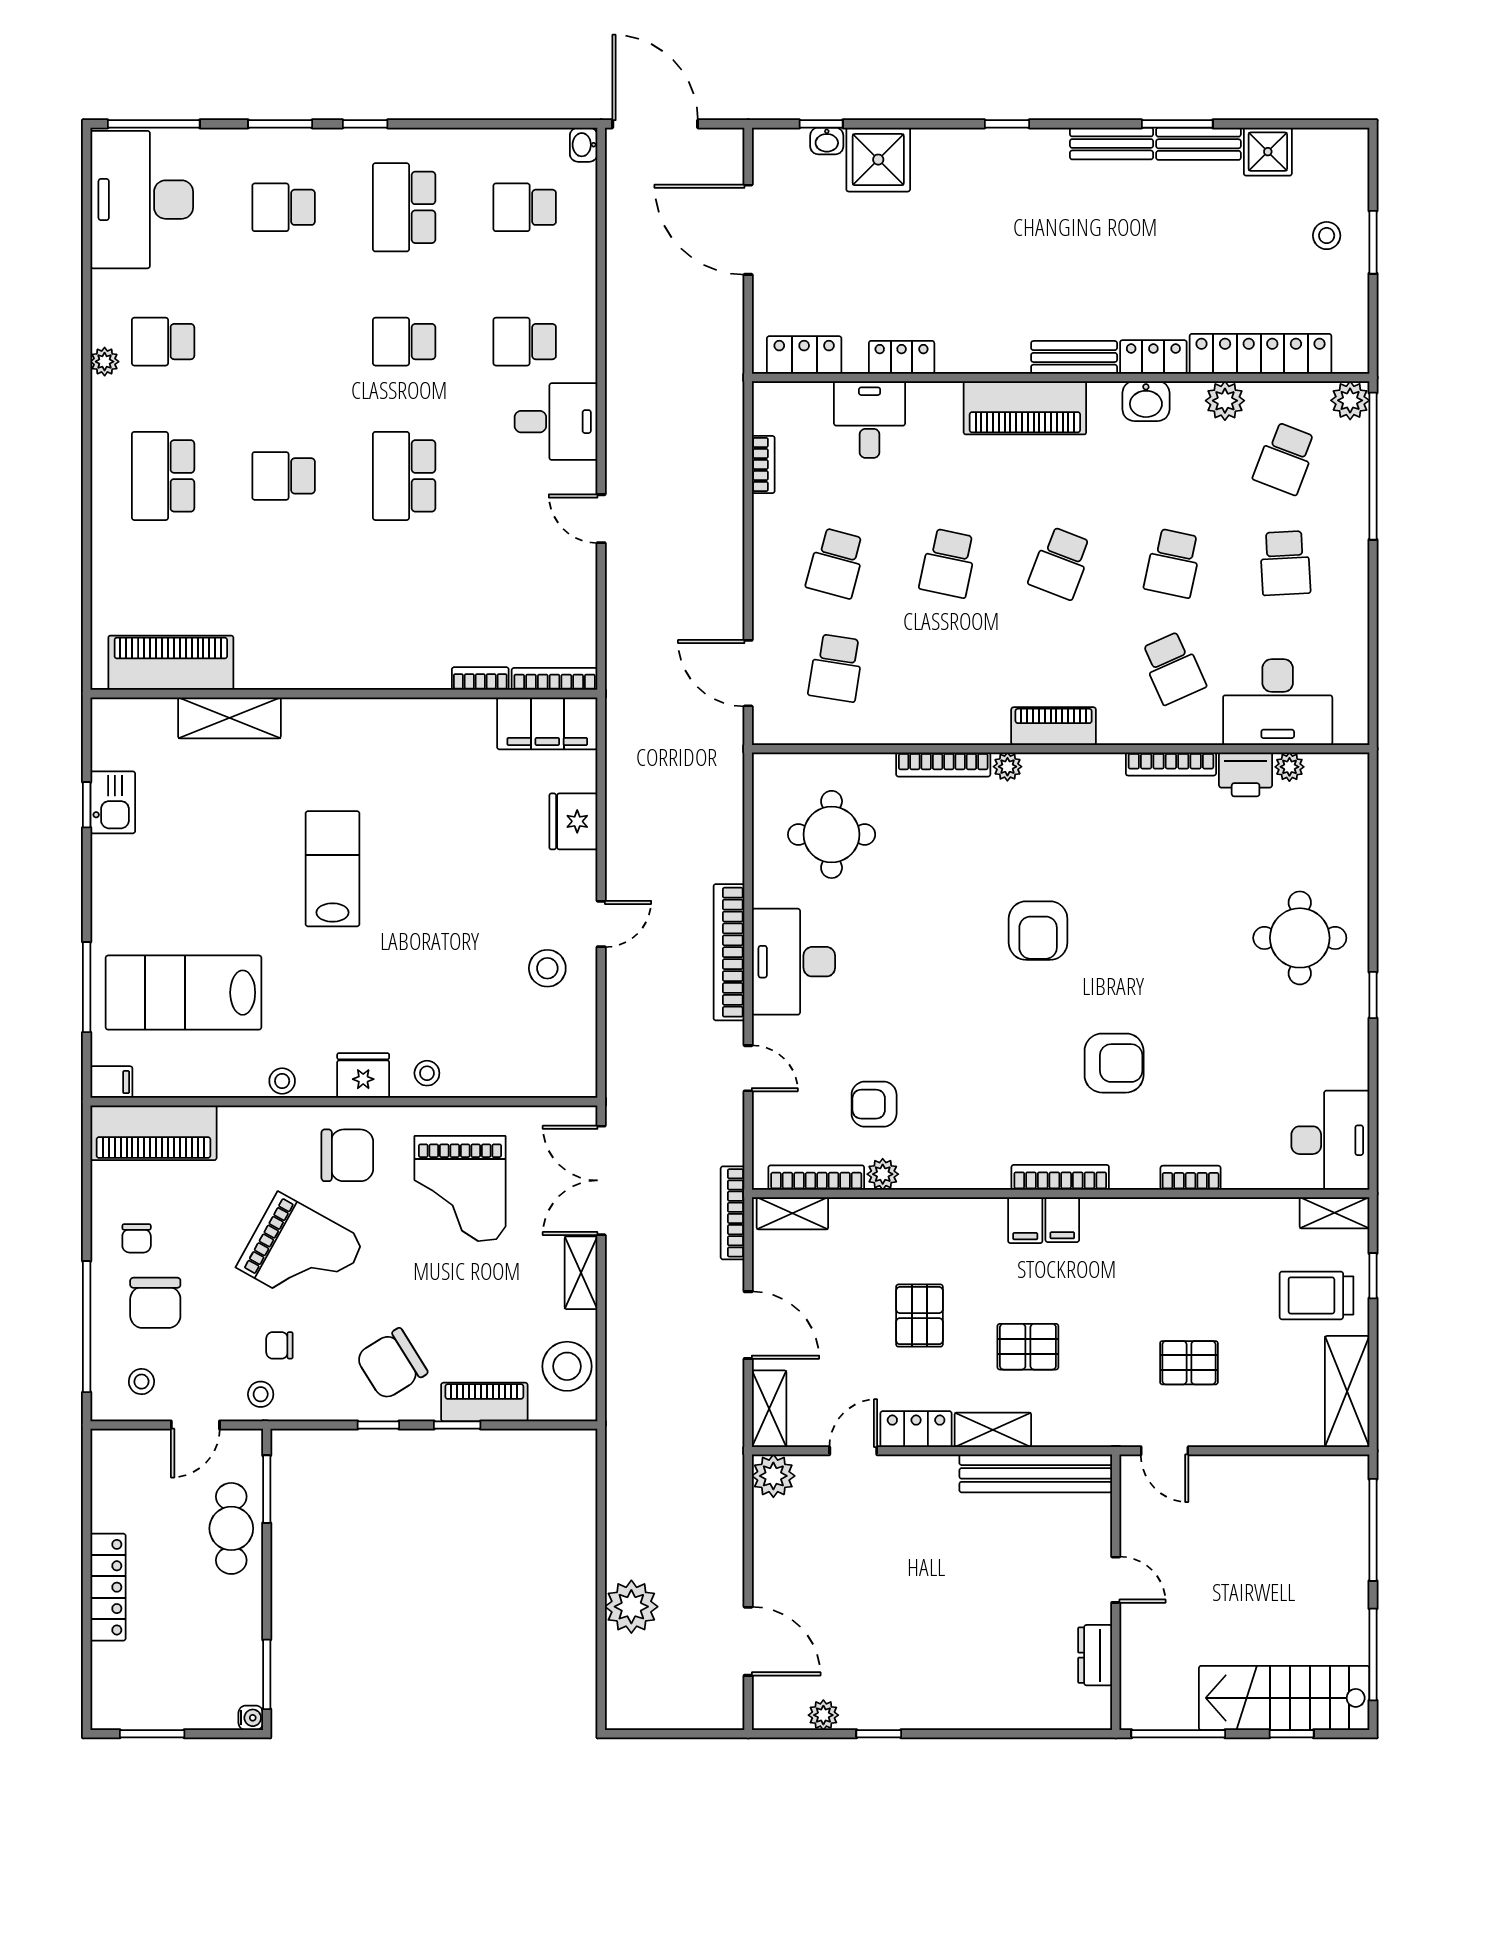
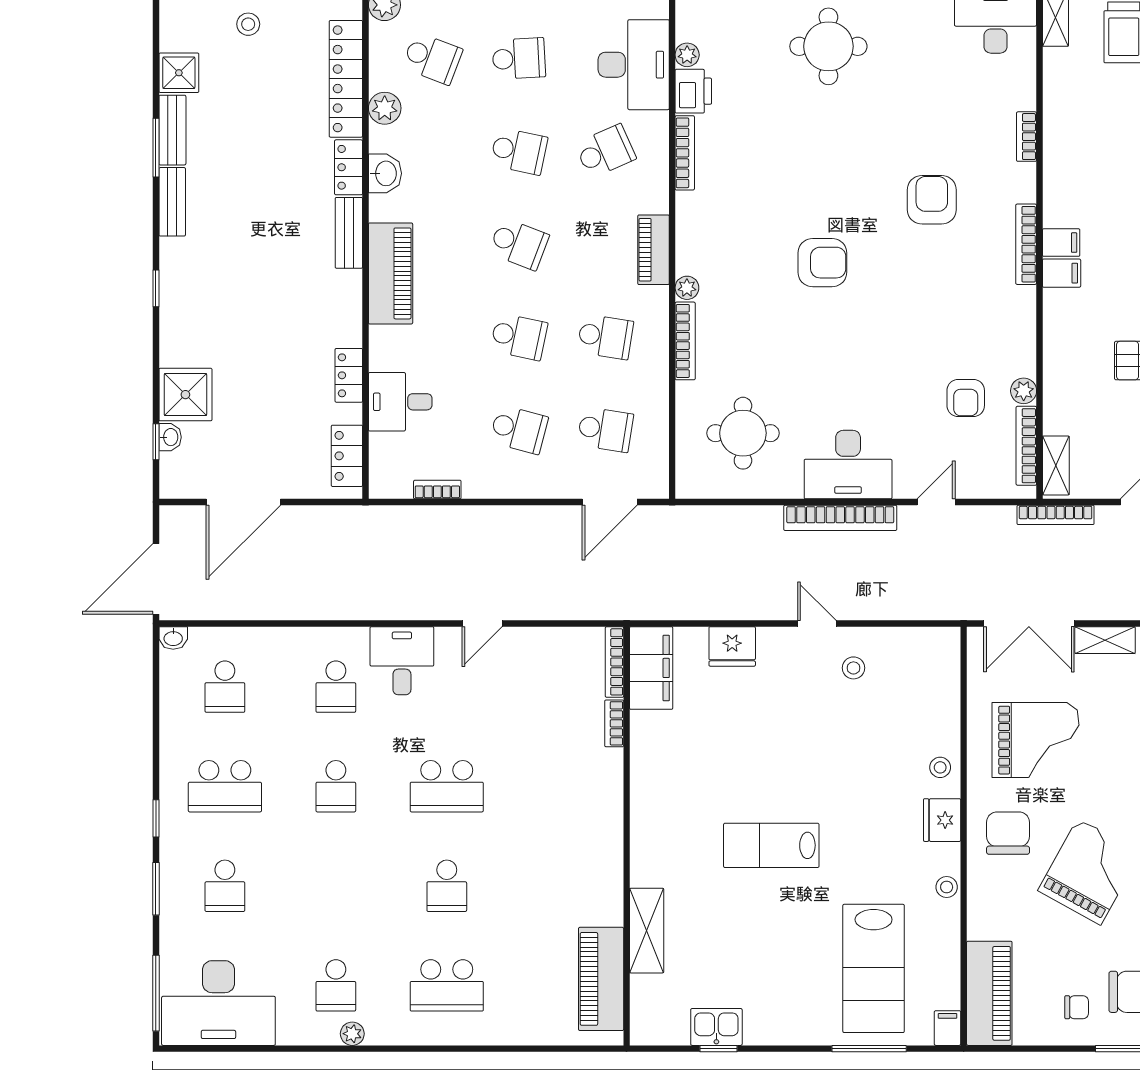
school desk: (948, 668) -> (605, 337), added
stool: (547, 968) -> (853, 668), width x0.73, depth x0.73

